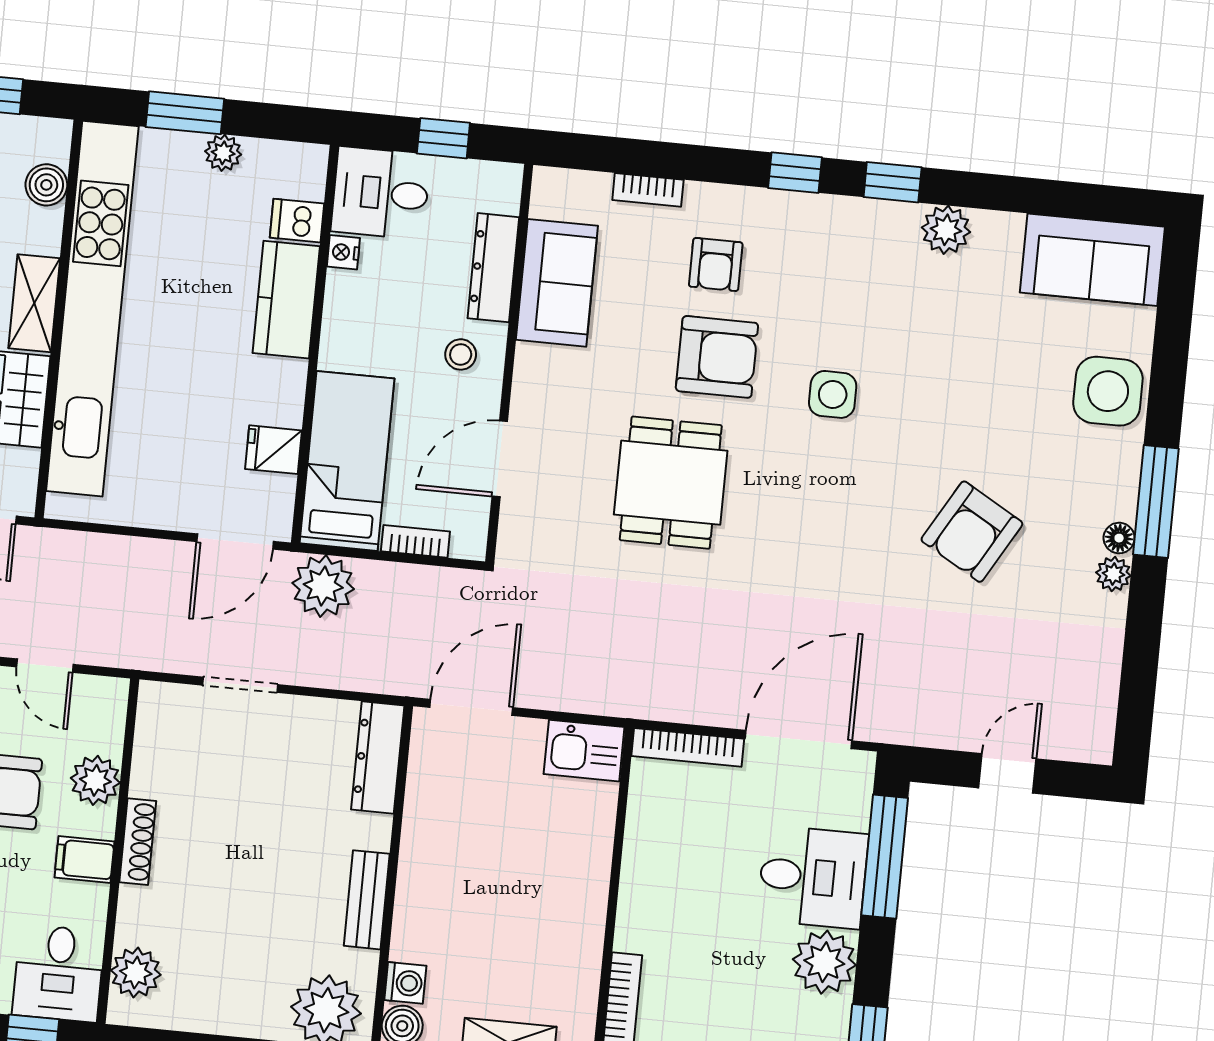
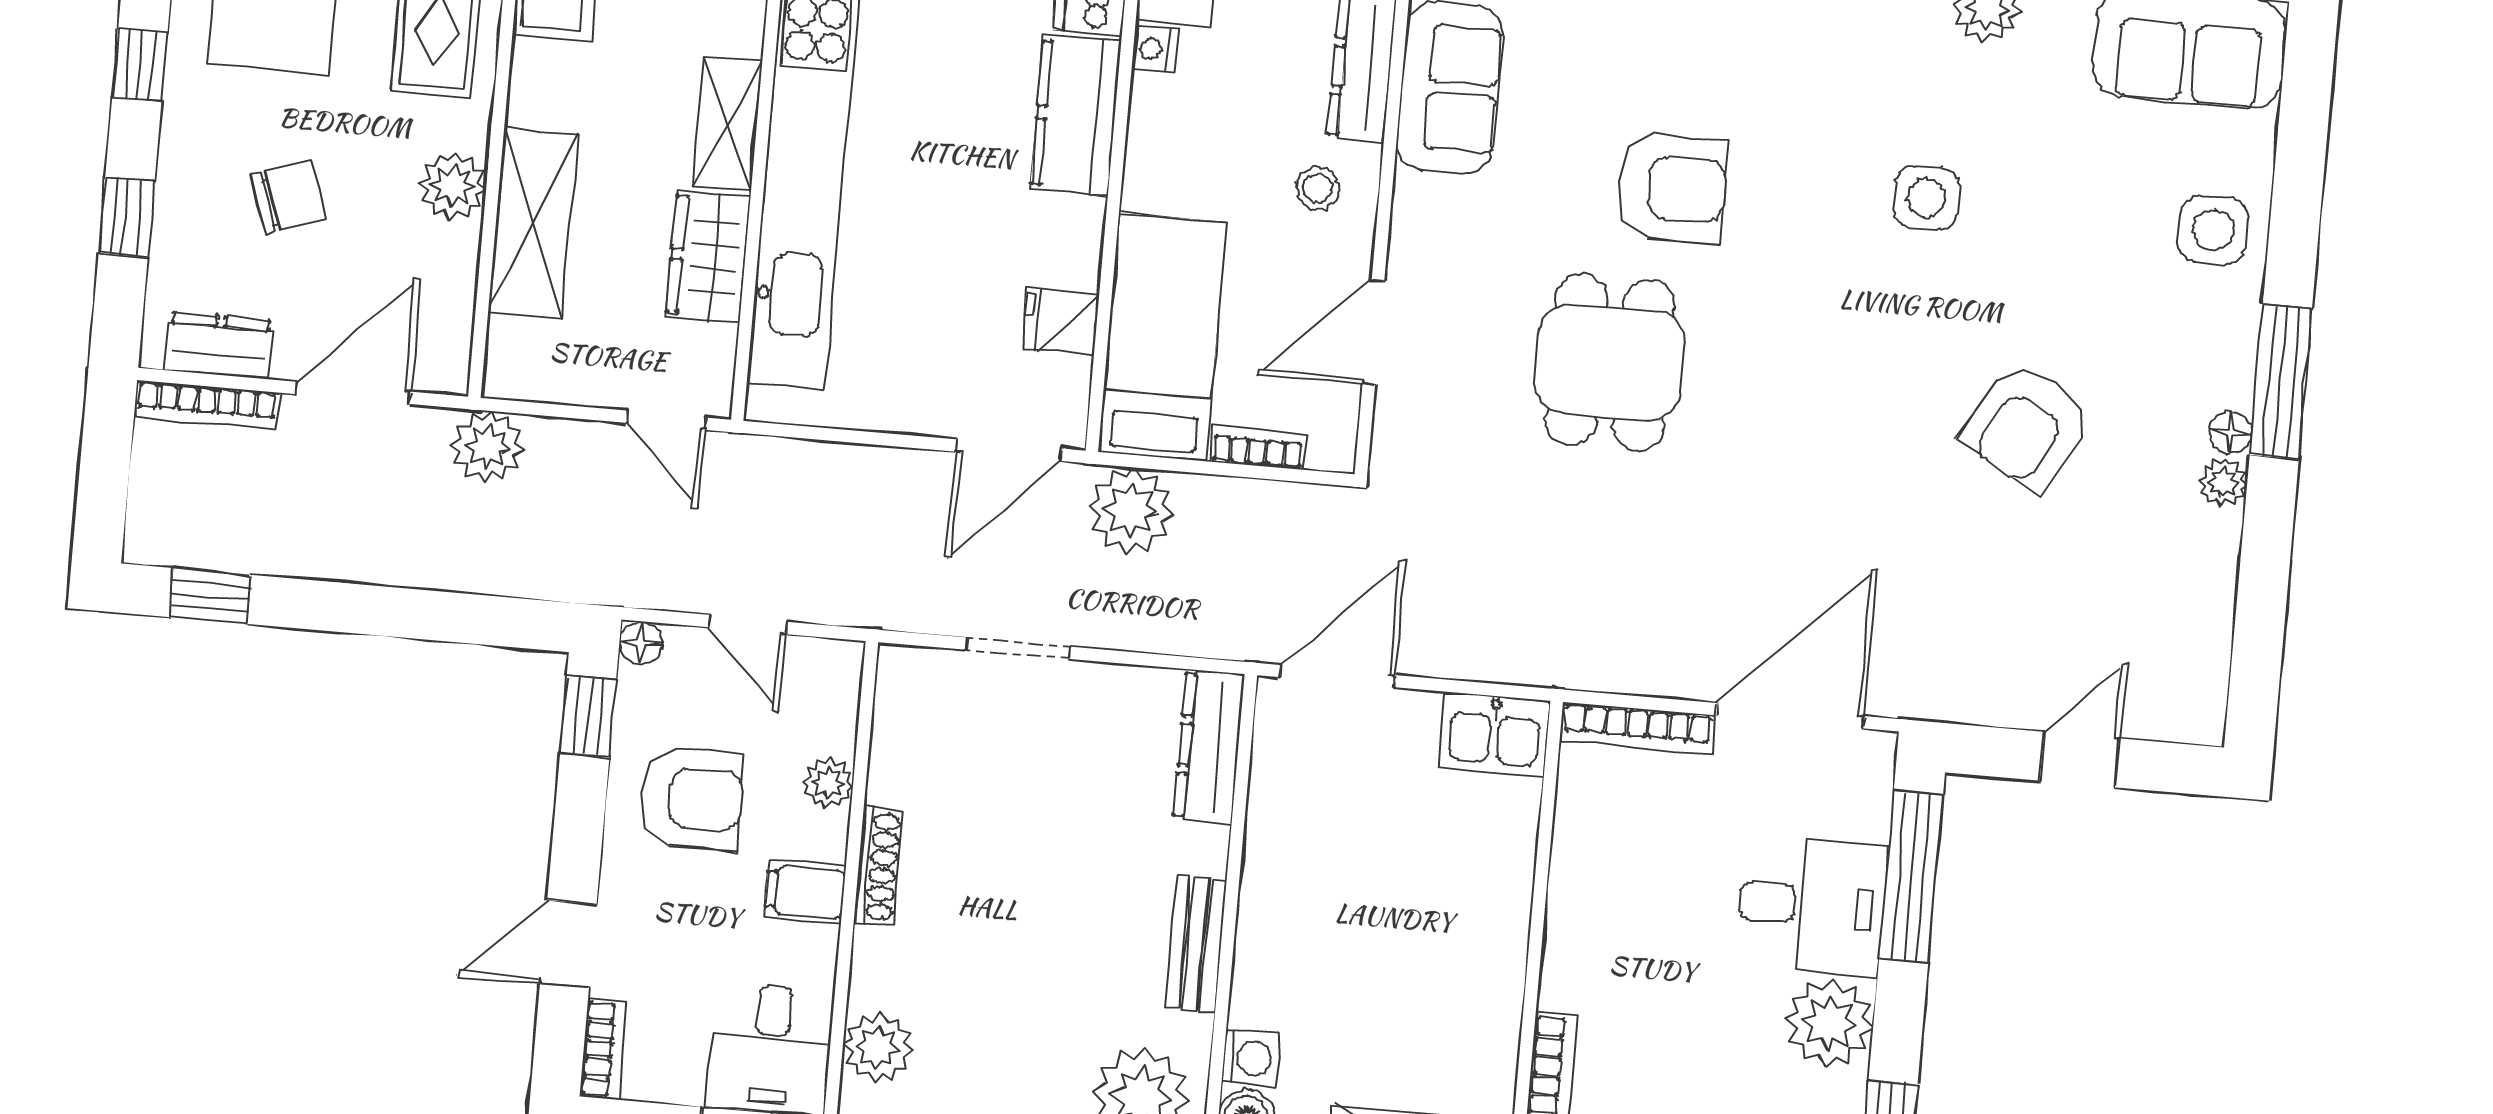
armchair: (716, 264) -> (1669, 60), removed
side table: (1108, 391) -> (2213, 230), width x0.73, depth x0.73
side table: (833, 394) -> (1926, 198), moved
plant: (95, 780) -> (828, 783), width x0.73, depth x0.73

